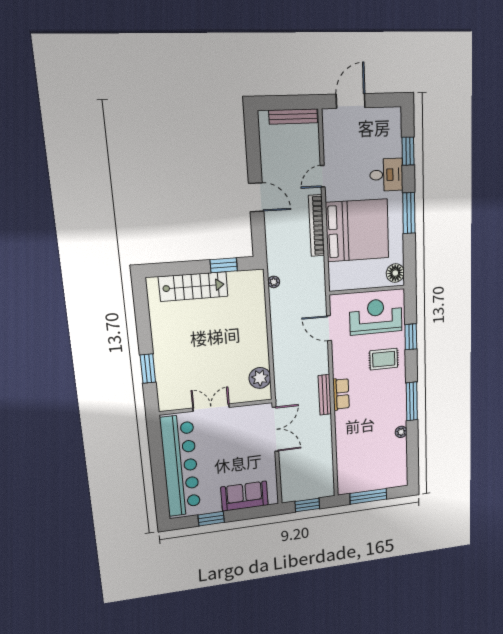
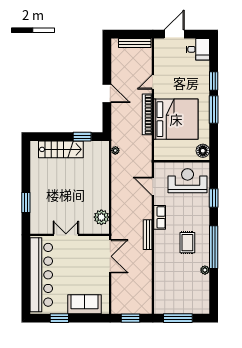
window: (408, 151) -> (214, 81), moved
desk: (386, 175) -> (198, 49), moved
rug: (384, 359) -> (187, 243), moved, turned 90
row of seats: (341, 394) -> (160, 217), moved
window: (412, 401) -> (214, 247), width x1.46

